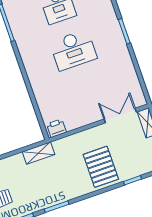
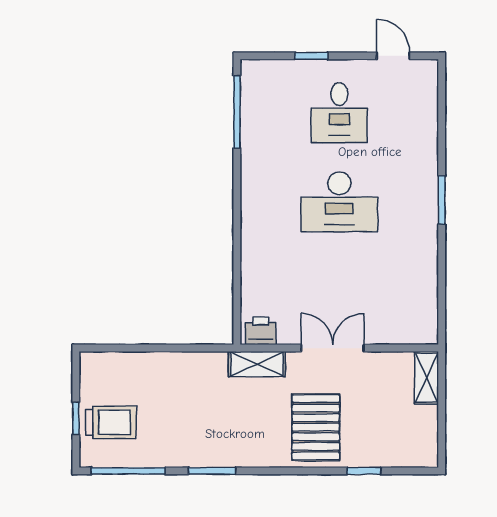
double door: (120, 116) -> (333, 348), moved
shelving: (38, 153) -> (257, 364), moved

